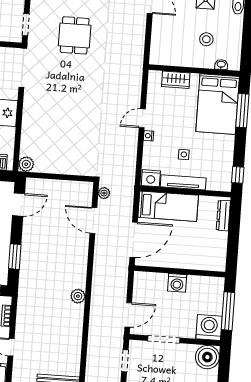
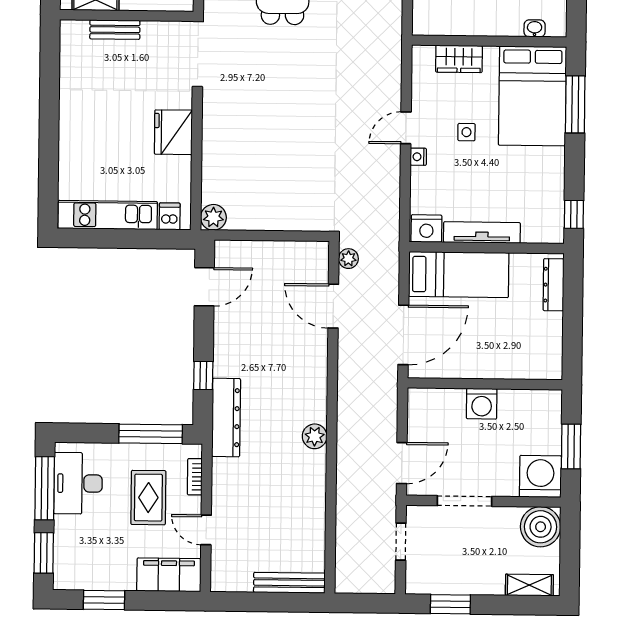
side table: (184, 154) -> (466, 132), moved
window: (15, 257) -> (203, 375), width x0.67
dresser: (27, 282) -> (226, 418), added
window: (228, 311) -> (571, 446), width x0.69

